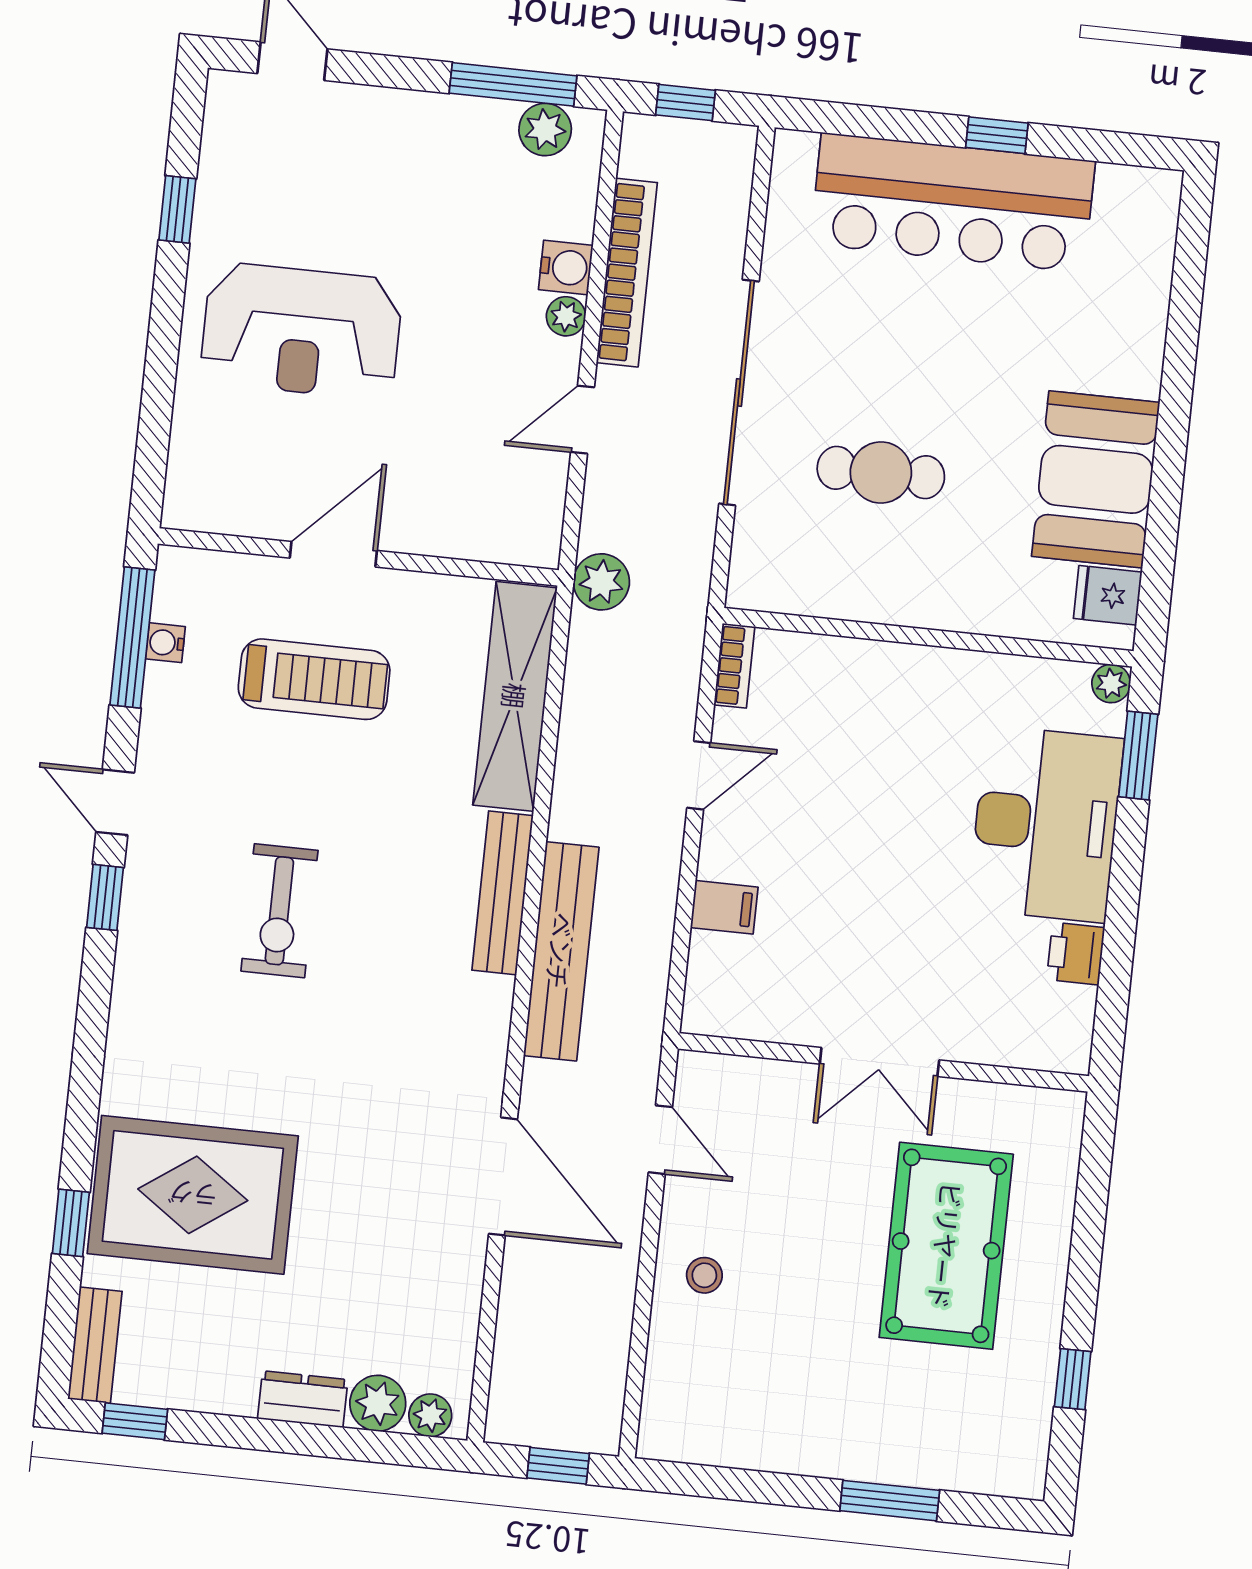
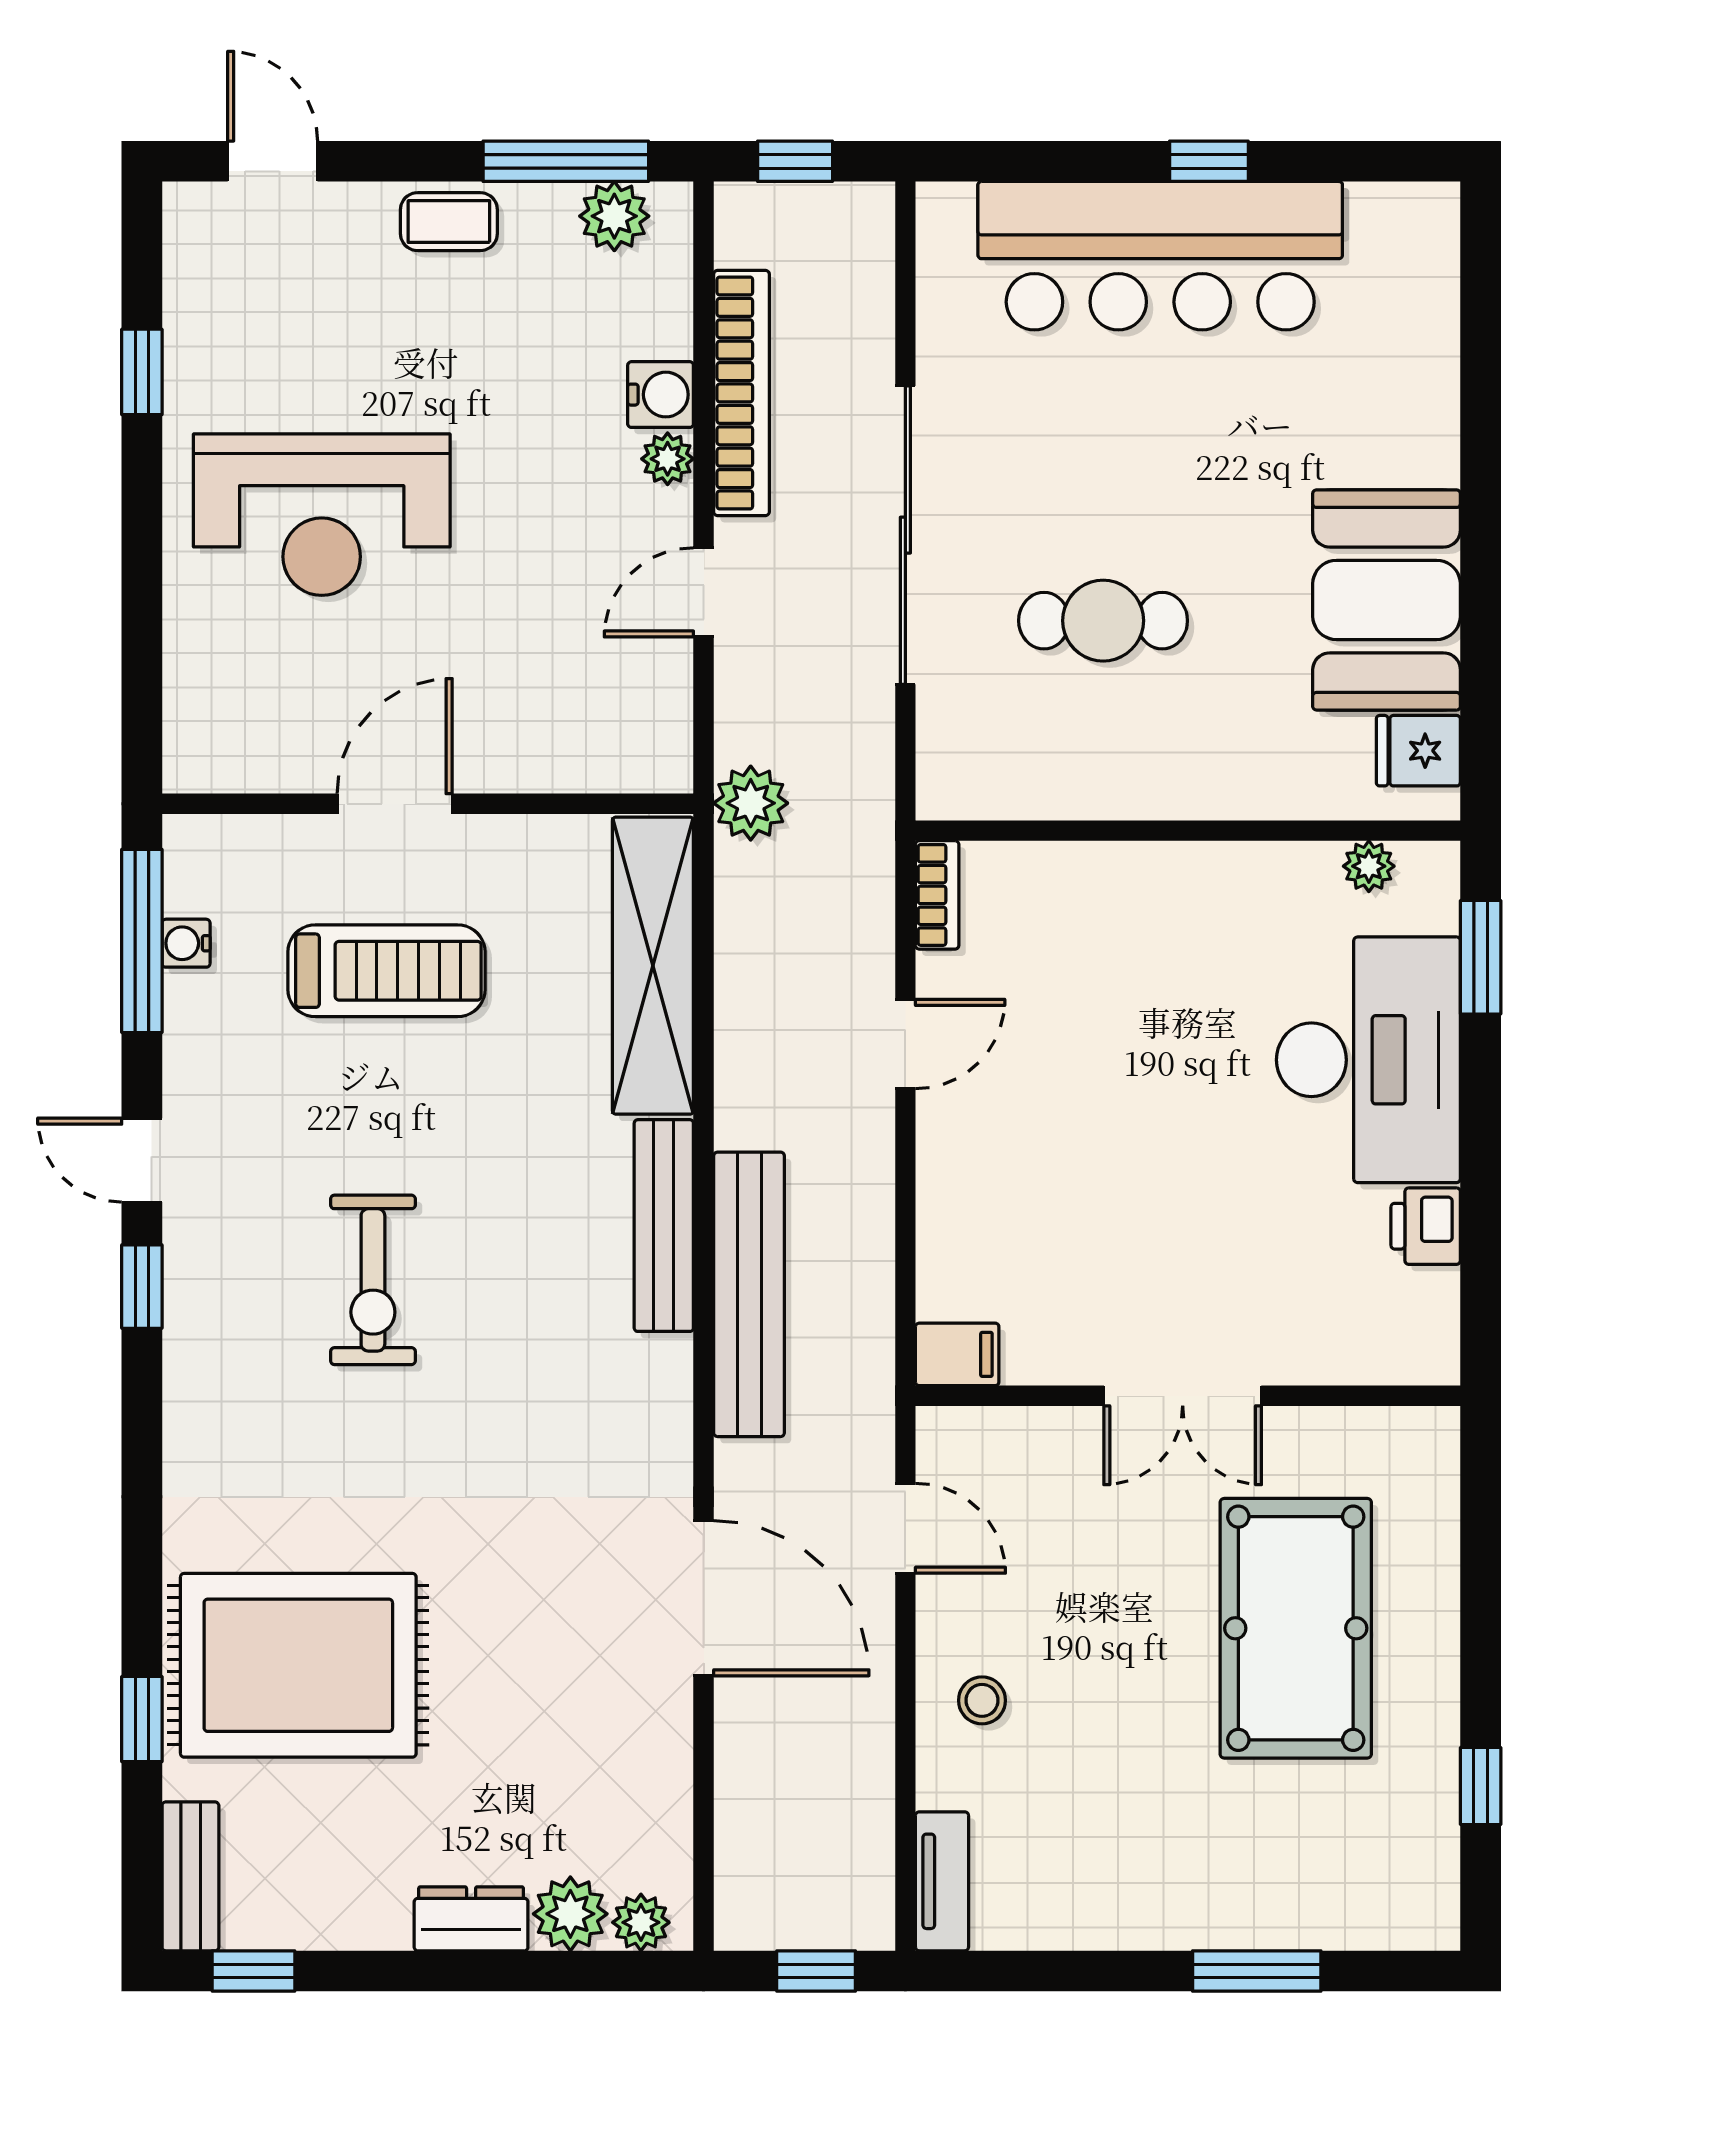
coffee table: (420, 121) -> (449, 222), added
plant: (1111, 683) -> (1369, 866), moved
filing cabinet: (724, 907) -> (957, 1354), moved
tv unit: (660, 1408) -> (942, 1881), added

